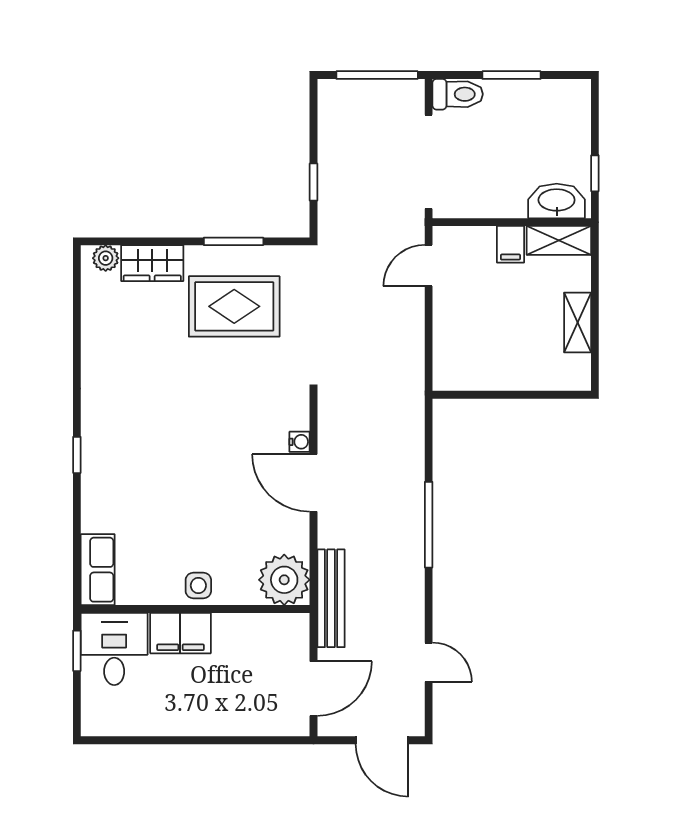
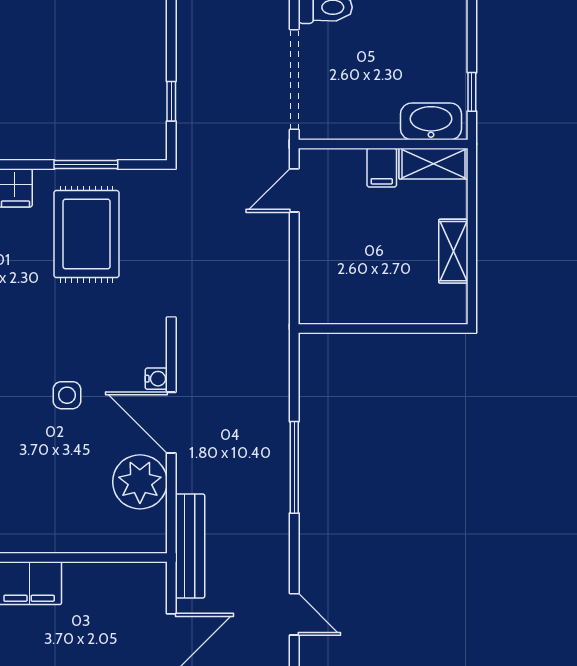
rug: (234, 306) -> (87, 234), turned 90
plant: (284, 580) -> (140, 482), moved
side table: (198, 586) -> (67, 395), moved

